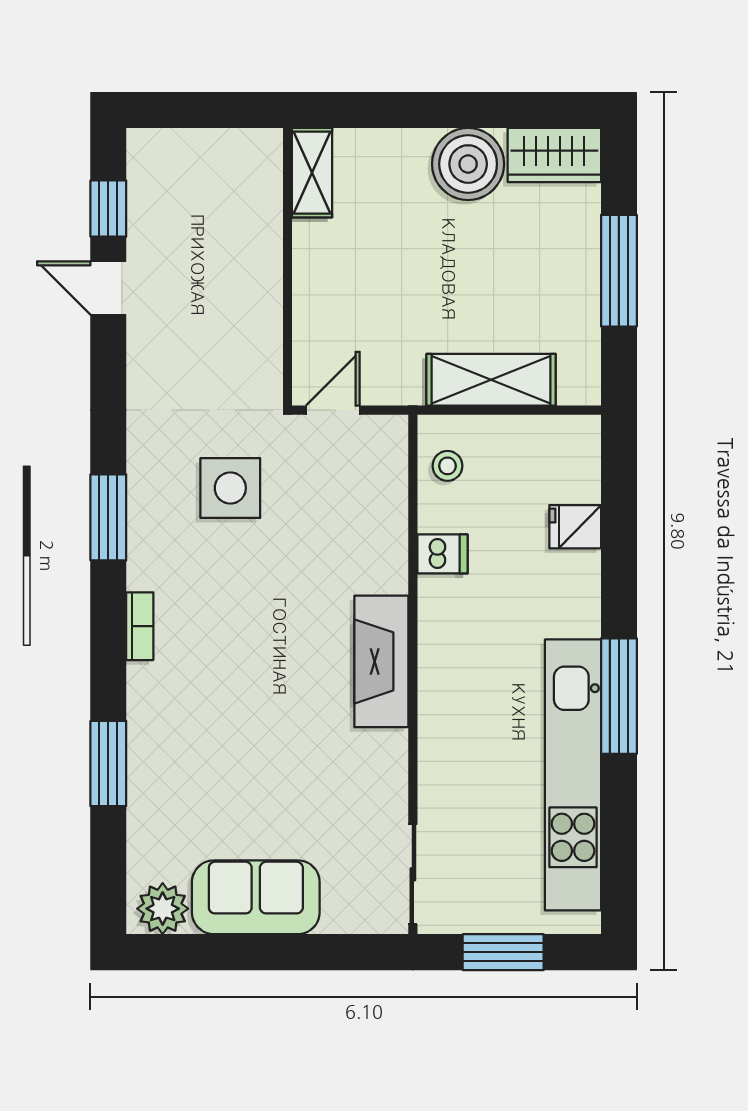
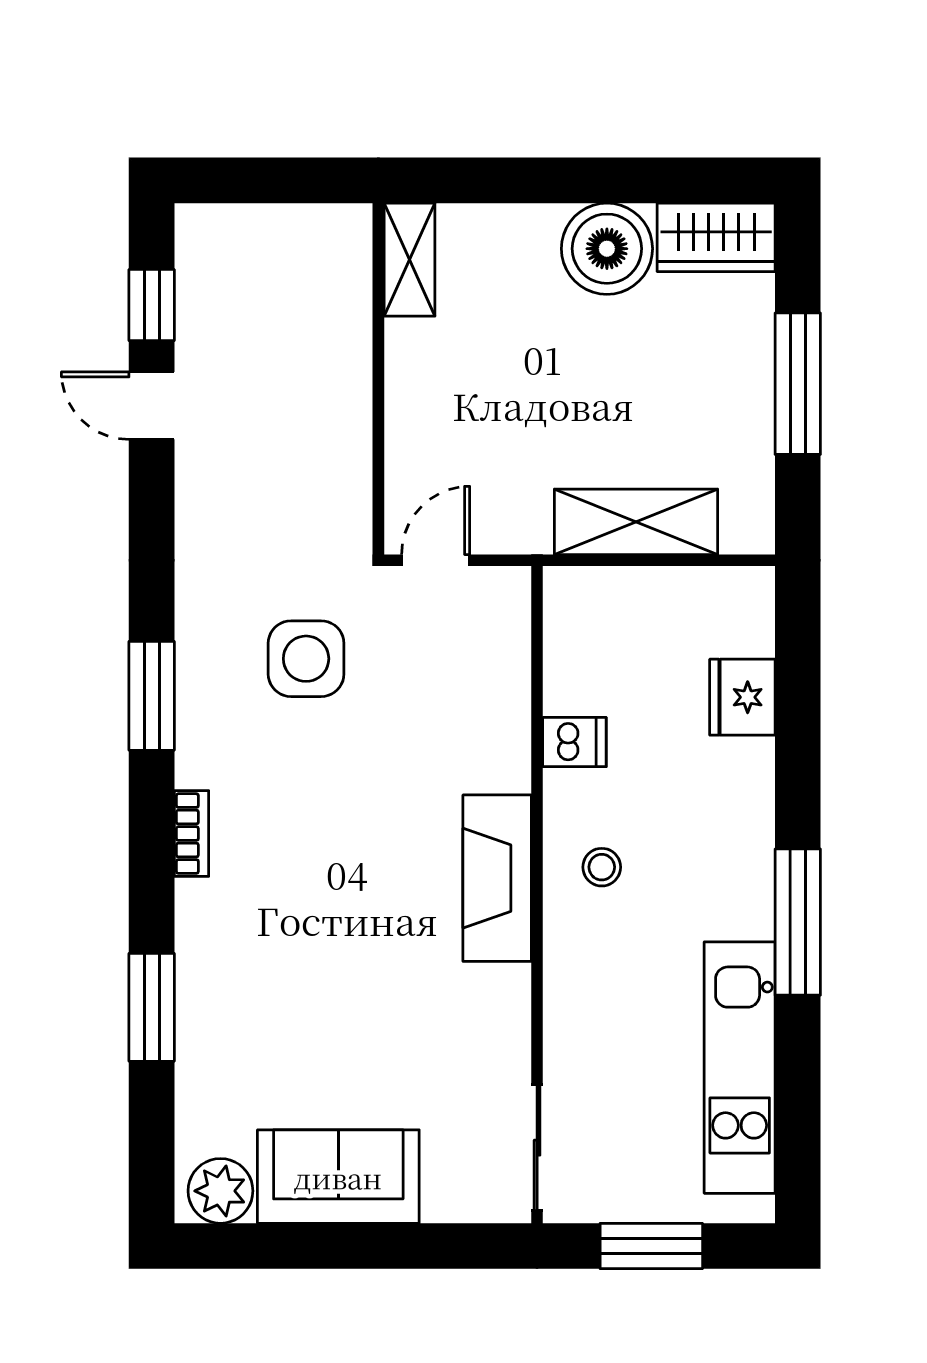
stool: (447, 466) -> (602, 867), moved
fridge: (575, 527) -> (742, 697), width x1.38
kitchen unit: (573, 775) -> (740, 1068), width x0.73

